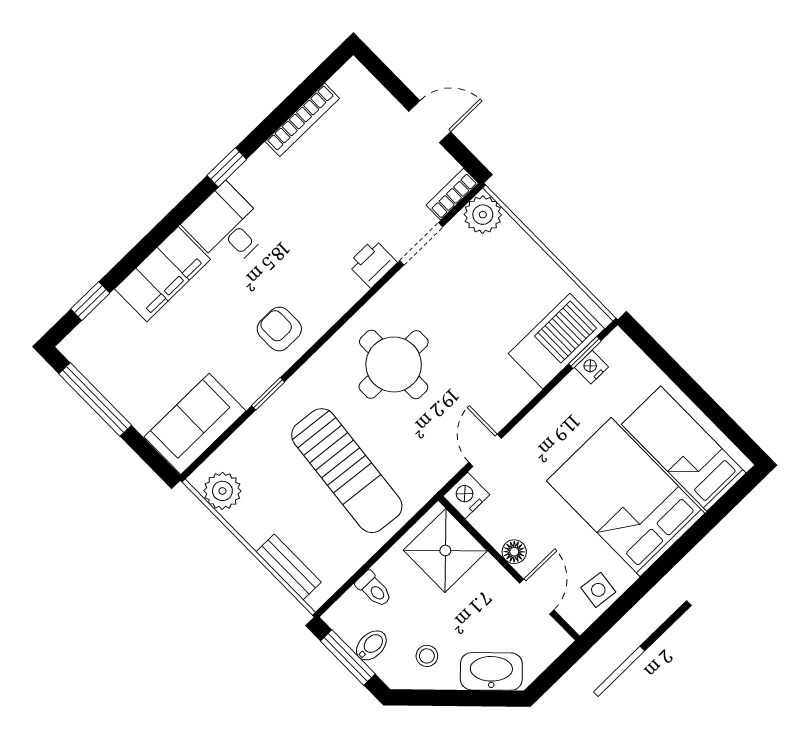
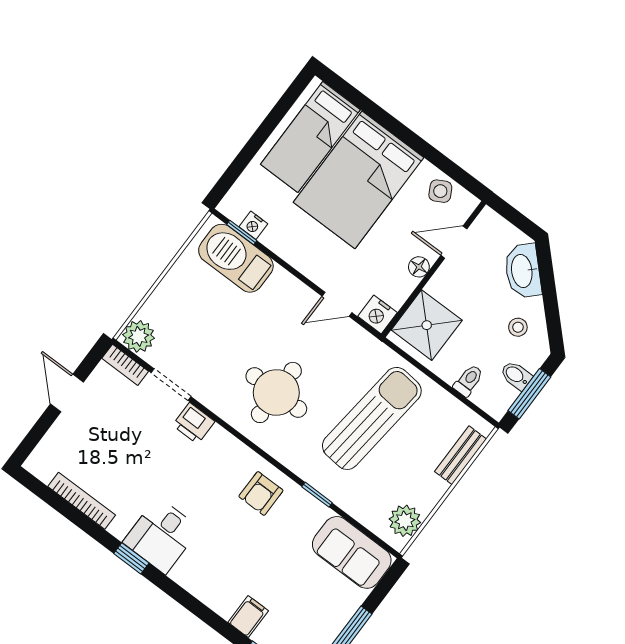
desk: (227, 227) -> (161, 535), moved
filing cabinet: (163, 274) -> (248, 616), width x0.33, depth x0.86
side table: (598, 590) -> (440, 191), turned -35

